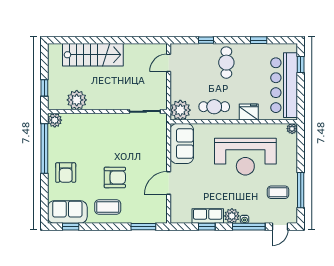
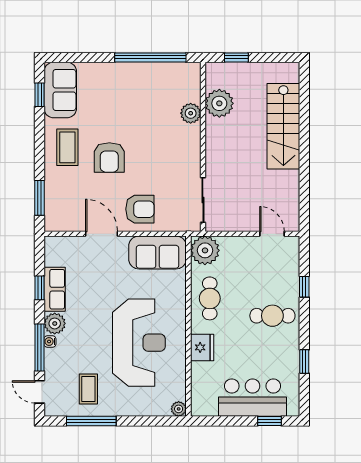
bar counter: (284, 85) -> (253, 398), width x0.73
plant: (55, 120) -> (191, 113), moved
reception desk: (245, 157) -> (139, 343), turned 180
armchair: (66, 173) -> (140, 209), moved, turned 180

